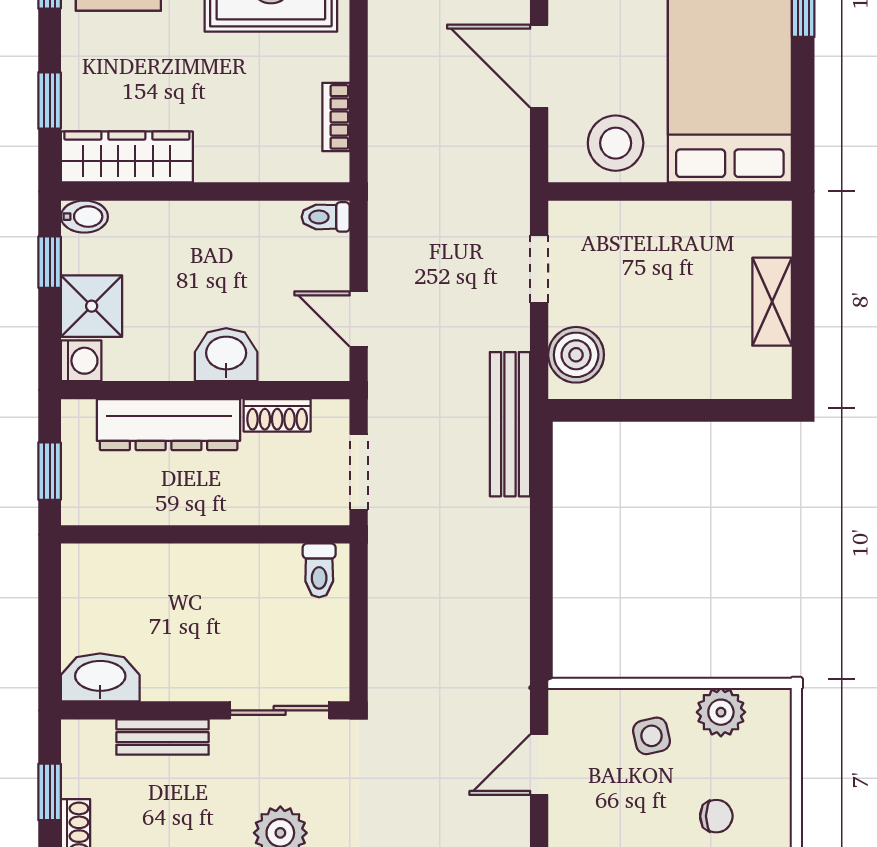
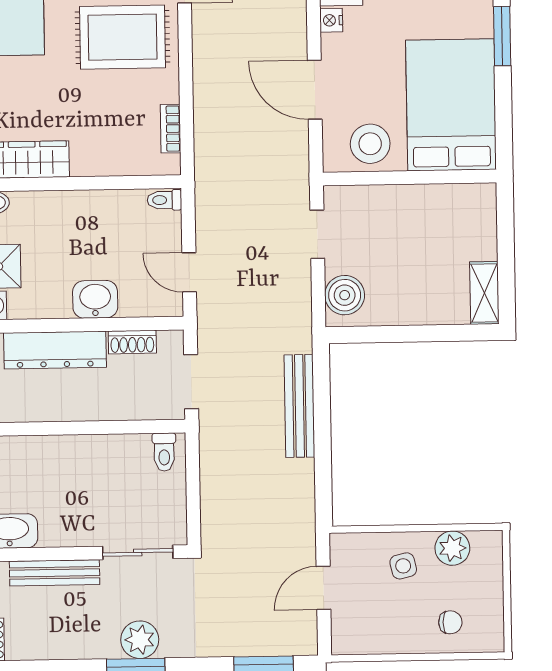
shelving: (772, 302) -> (484, 293), moved
bench: (510, 424) -> (299, 406), moved
bench: (162, 737) -> (55, 573), width x1.36

